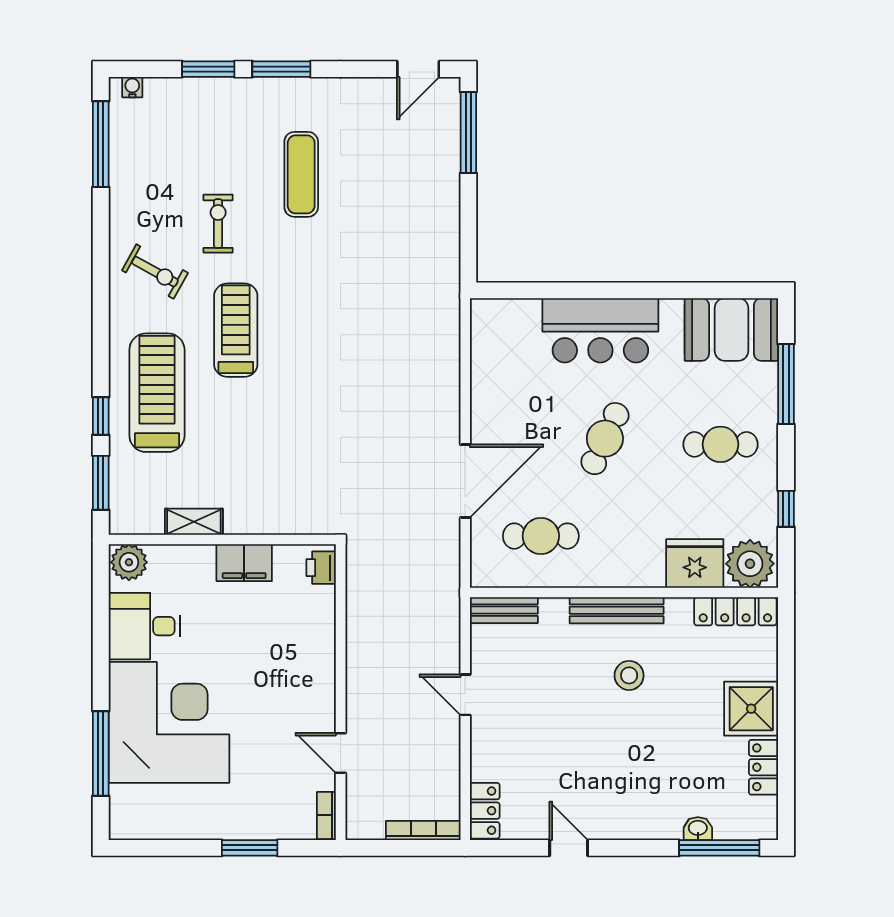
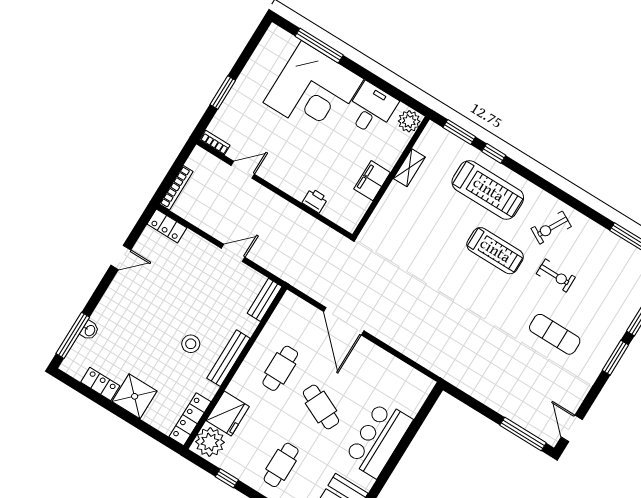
cafe table: (541, 536) -> (280, 368), moved
printer: (321, 568) -> (315, 200), moved

